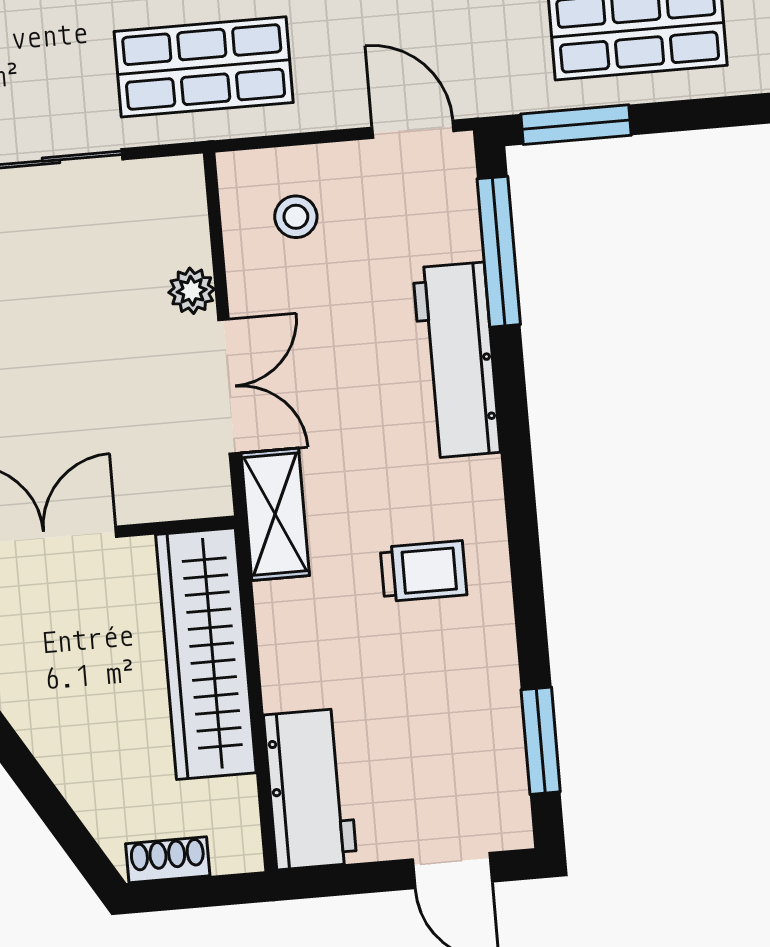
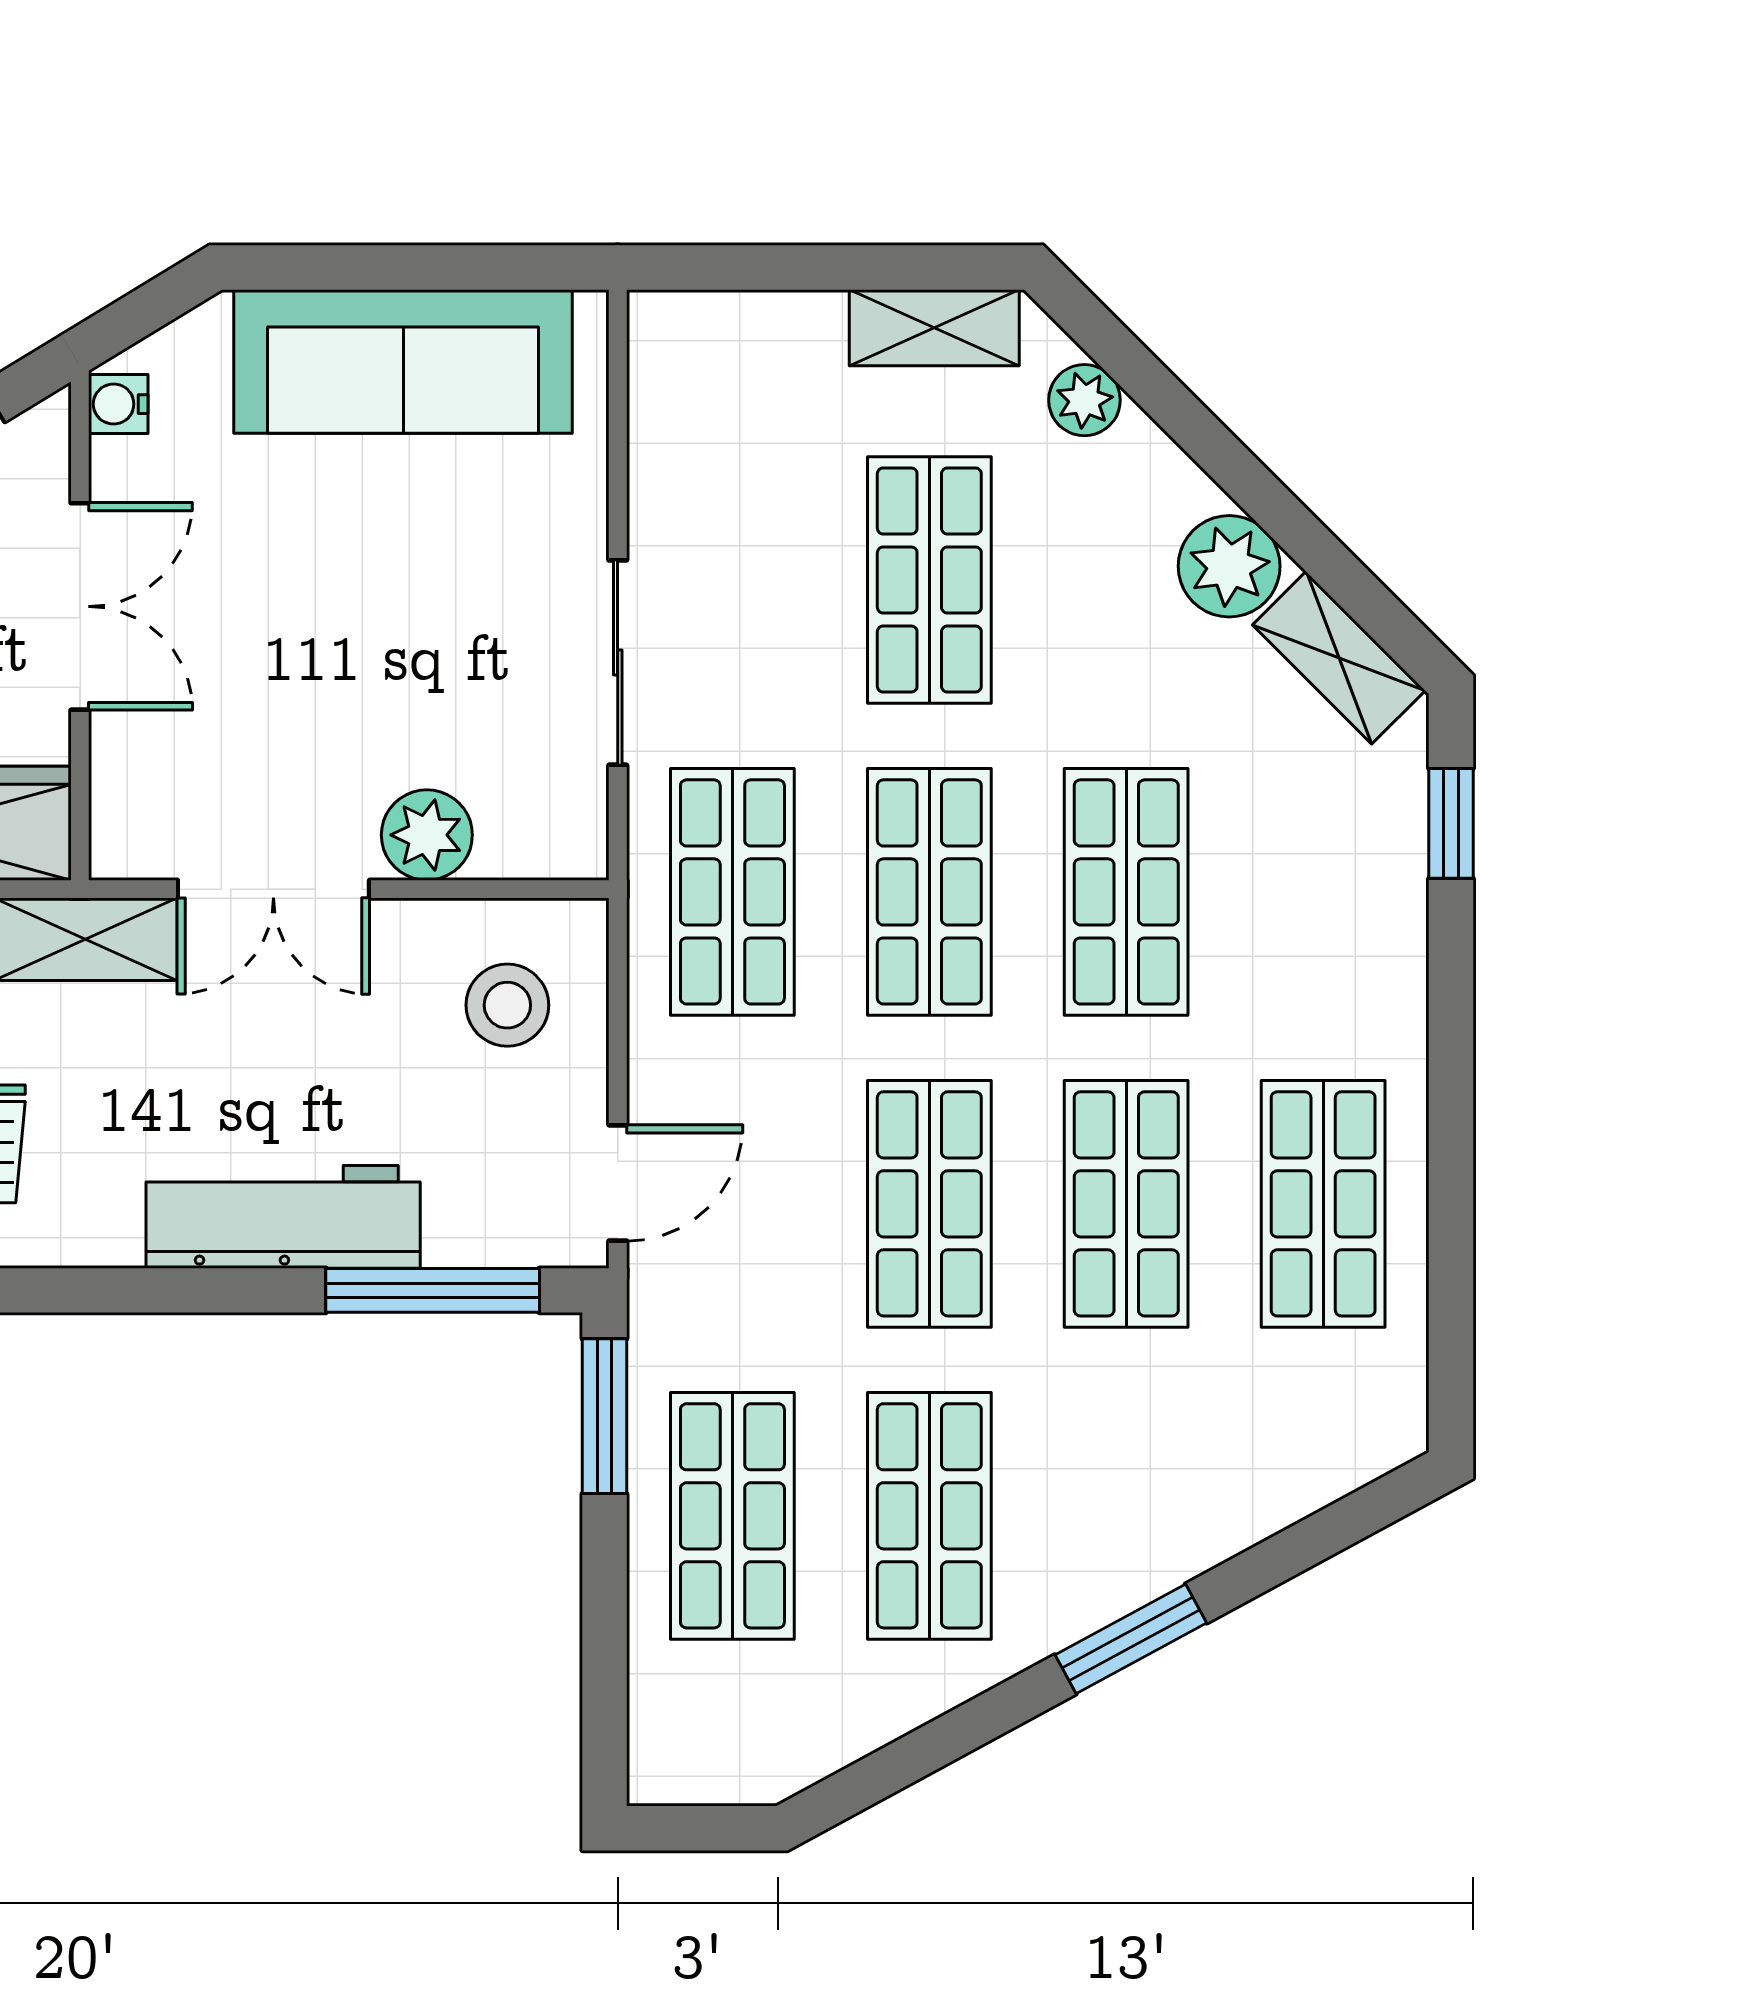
stool: (296, 217) -> (507, 1005), width x1.37, depth x1.37
plant: (192, 291) -> (427, 835), width x1.38, depth x1.38

